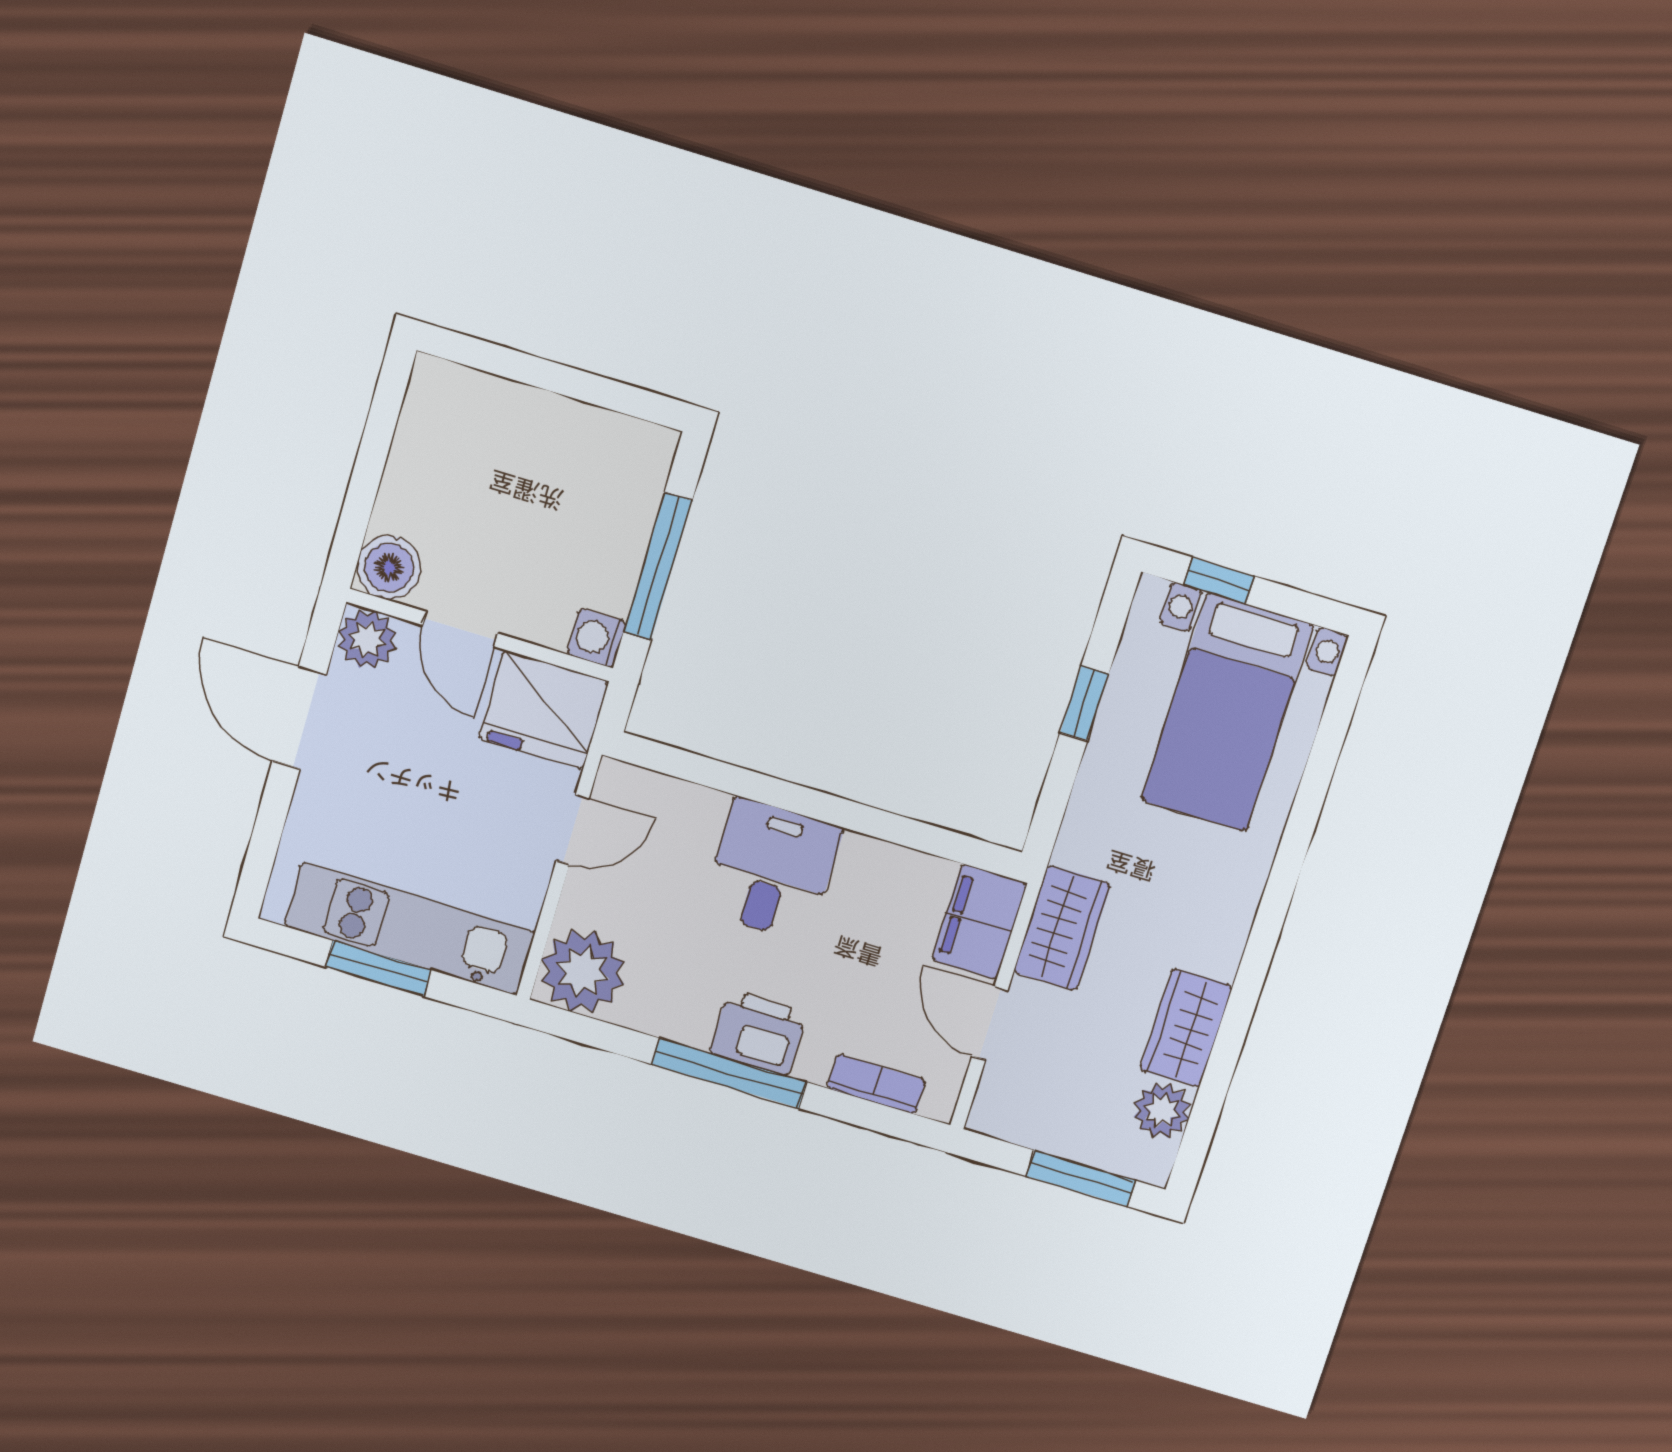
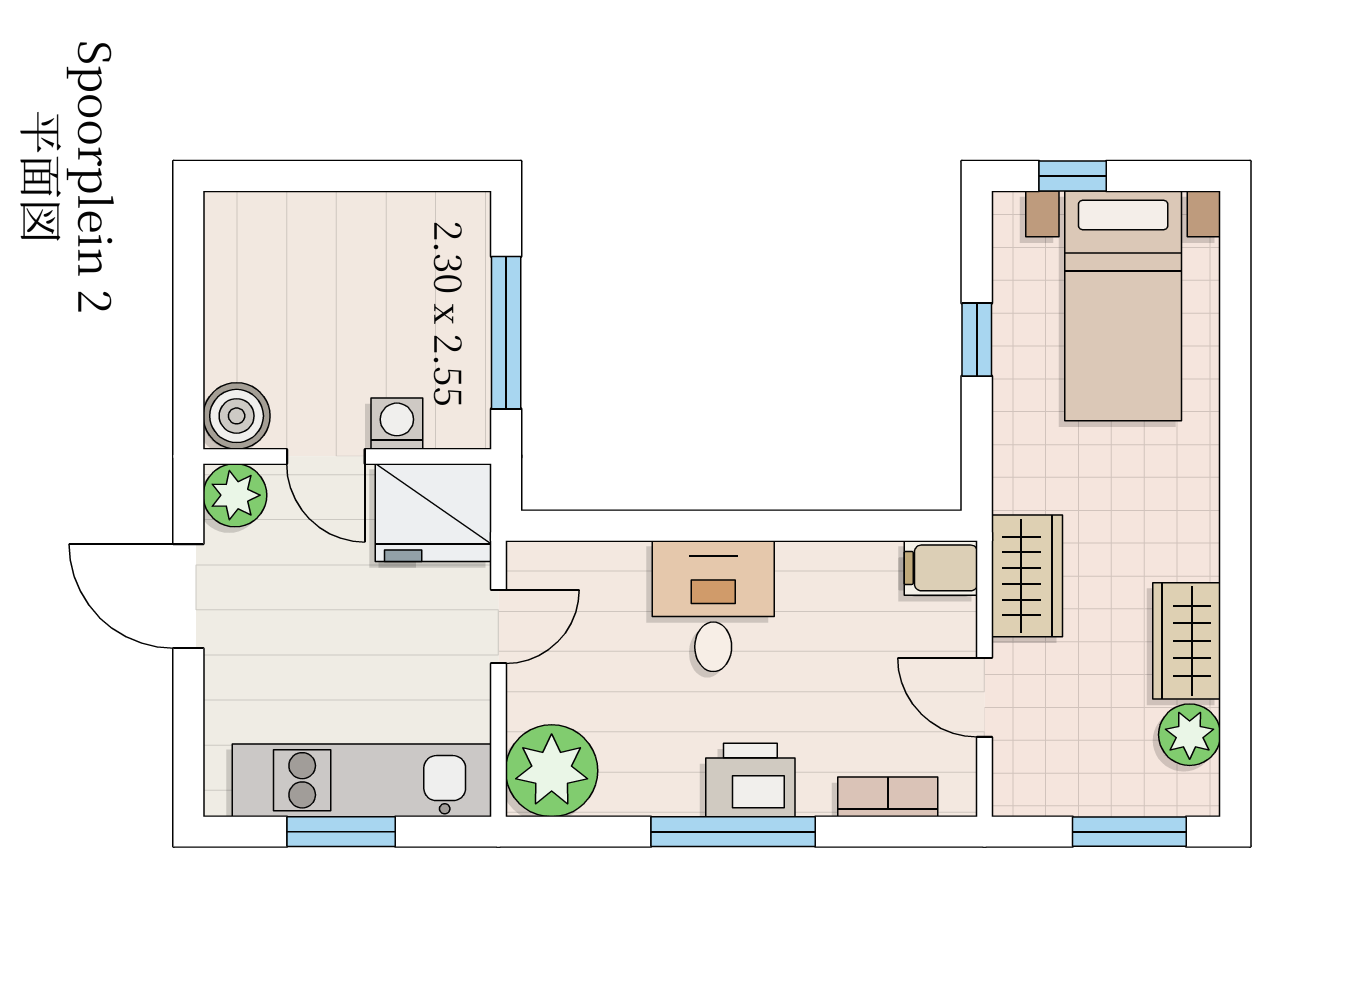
washing machine: (596, 638) -> (397, 424), moved, turned 90
filing cabinet: (979, 922) -> (941, 568), width x0.50

